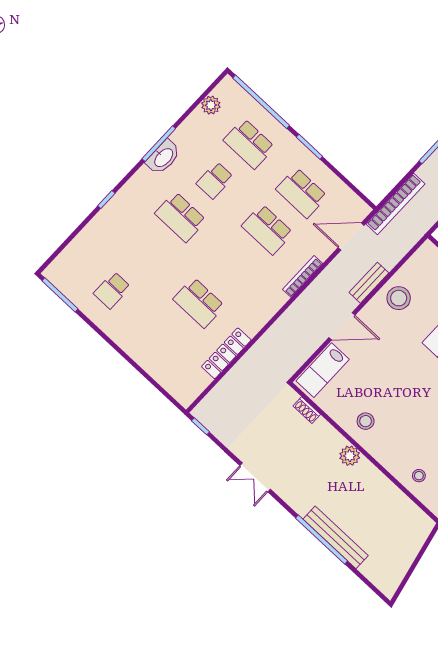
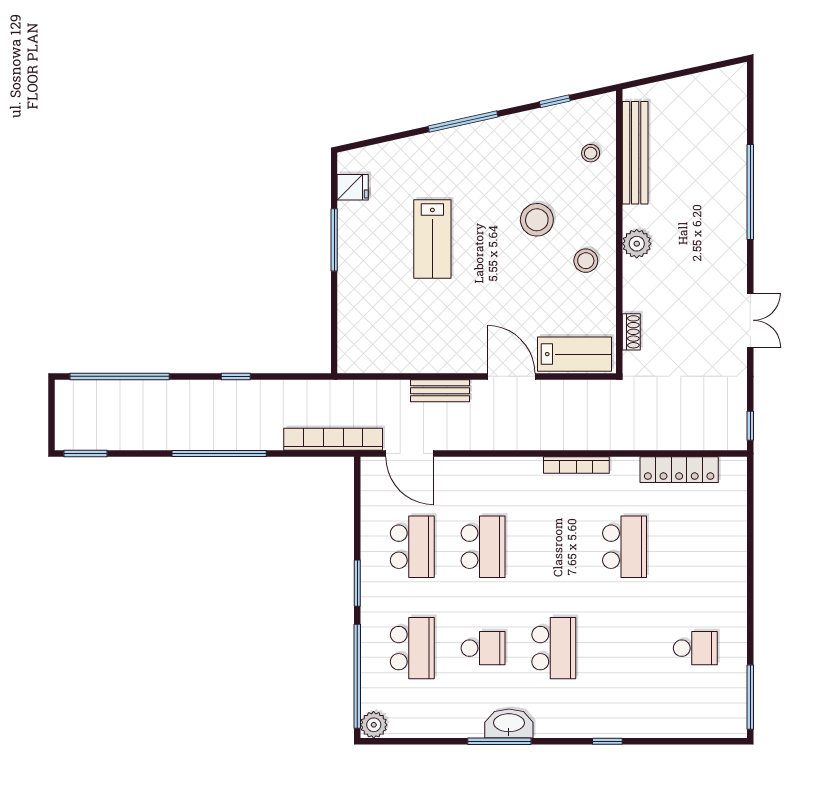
plant: (211, 105) -> (374, 725), moved
bookcase: (303, 276) -> (576, 465), moved
stool: (399, 298) -> (537, 220), moved
locker: (226, 353) -> (679, 470), moved
bench: (336, 537) -> (635, 153), moved

